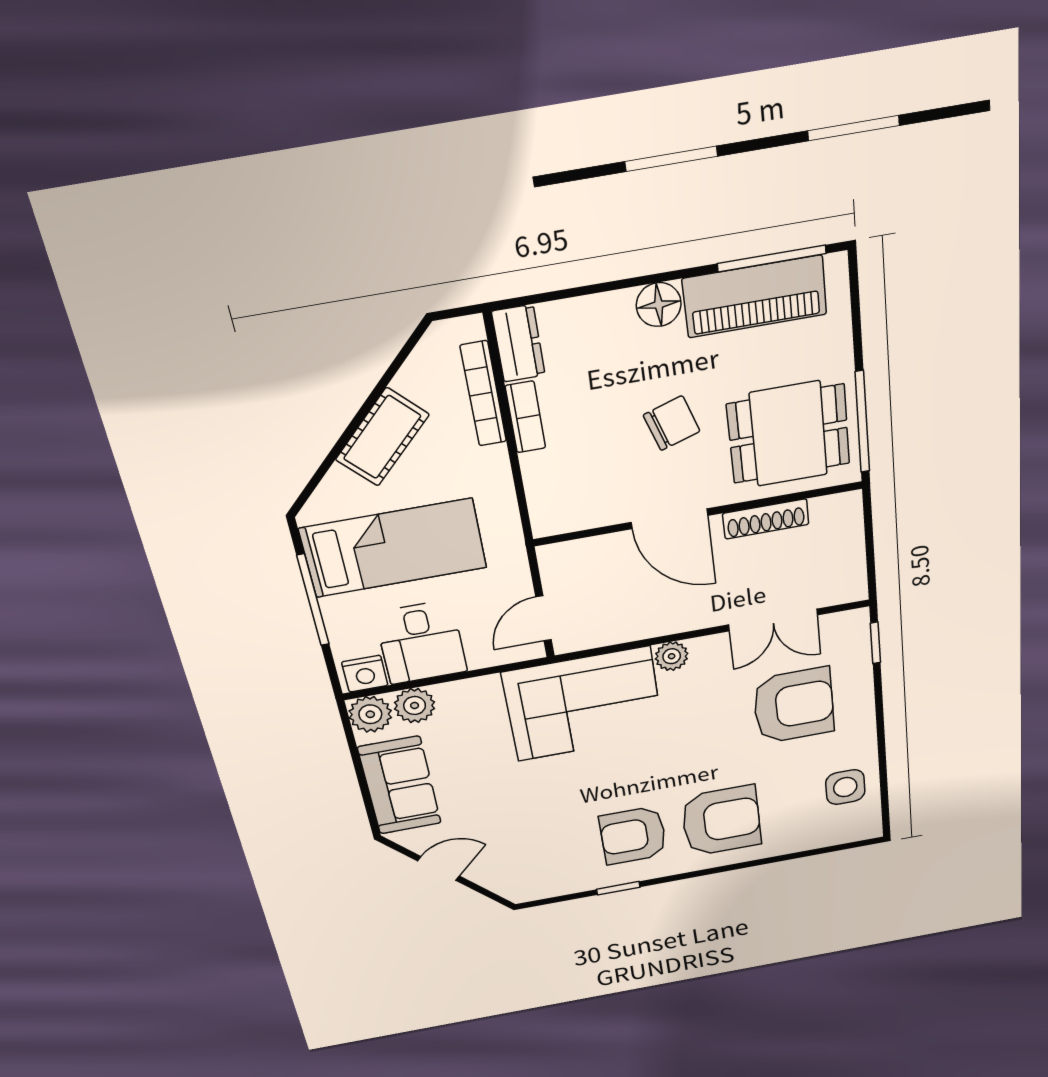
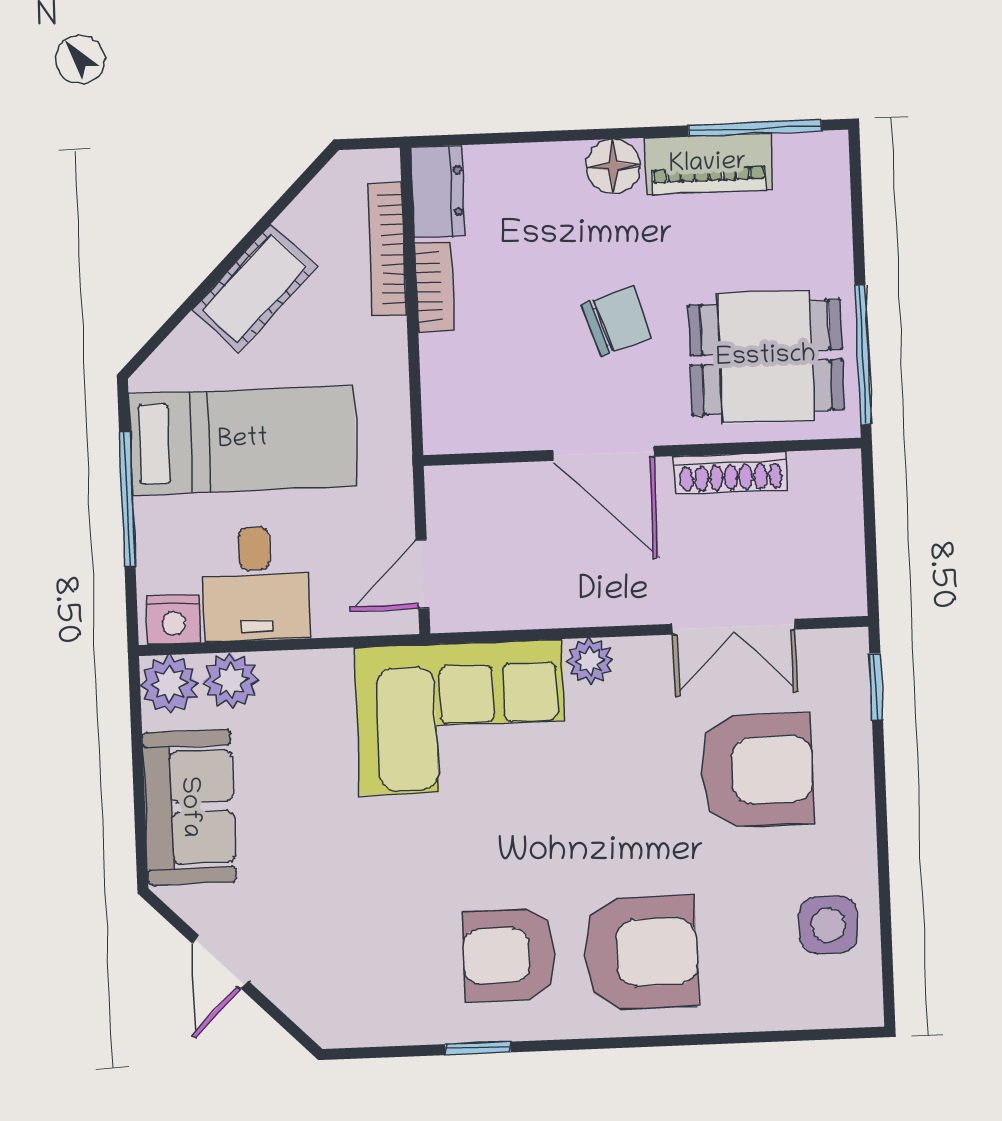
piano: (755, 297) -> (708, 164), width x0.73, depth x0.75
door: (438, 868) -> (220, 962), swing flipped

